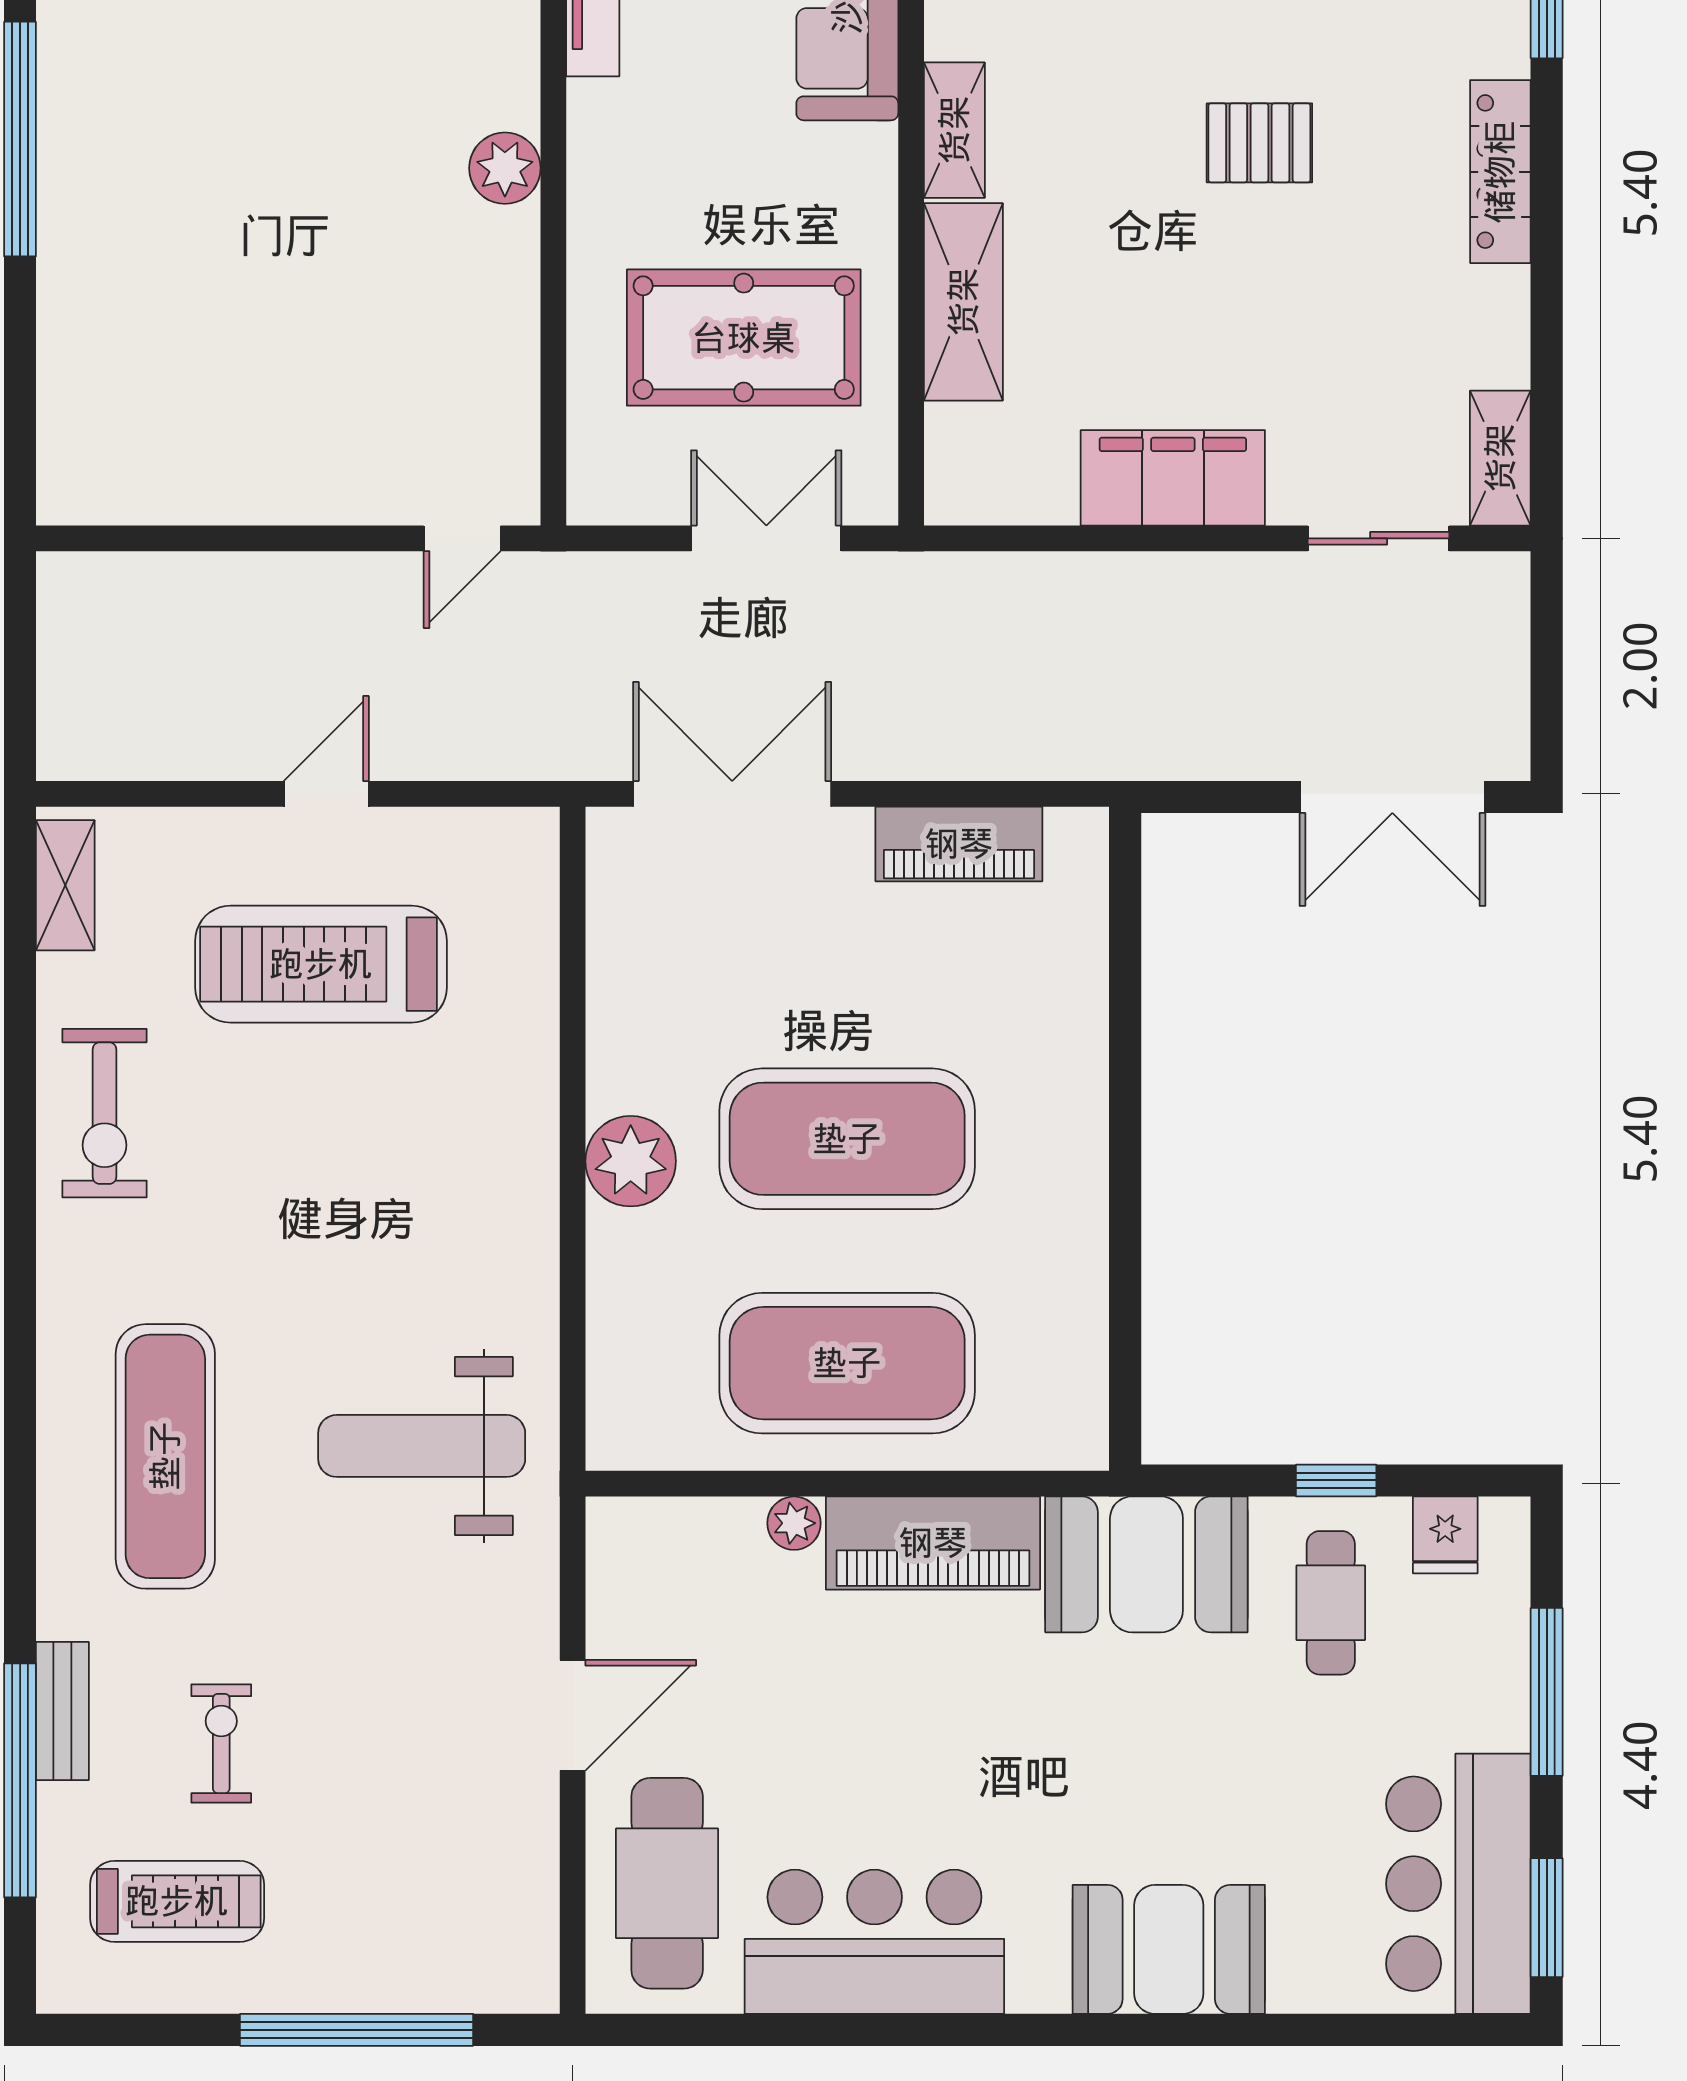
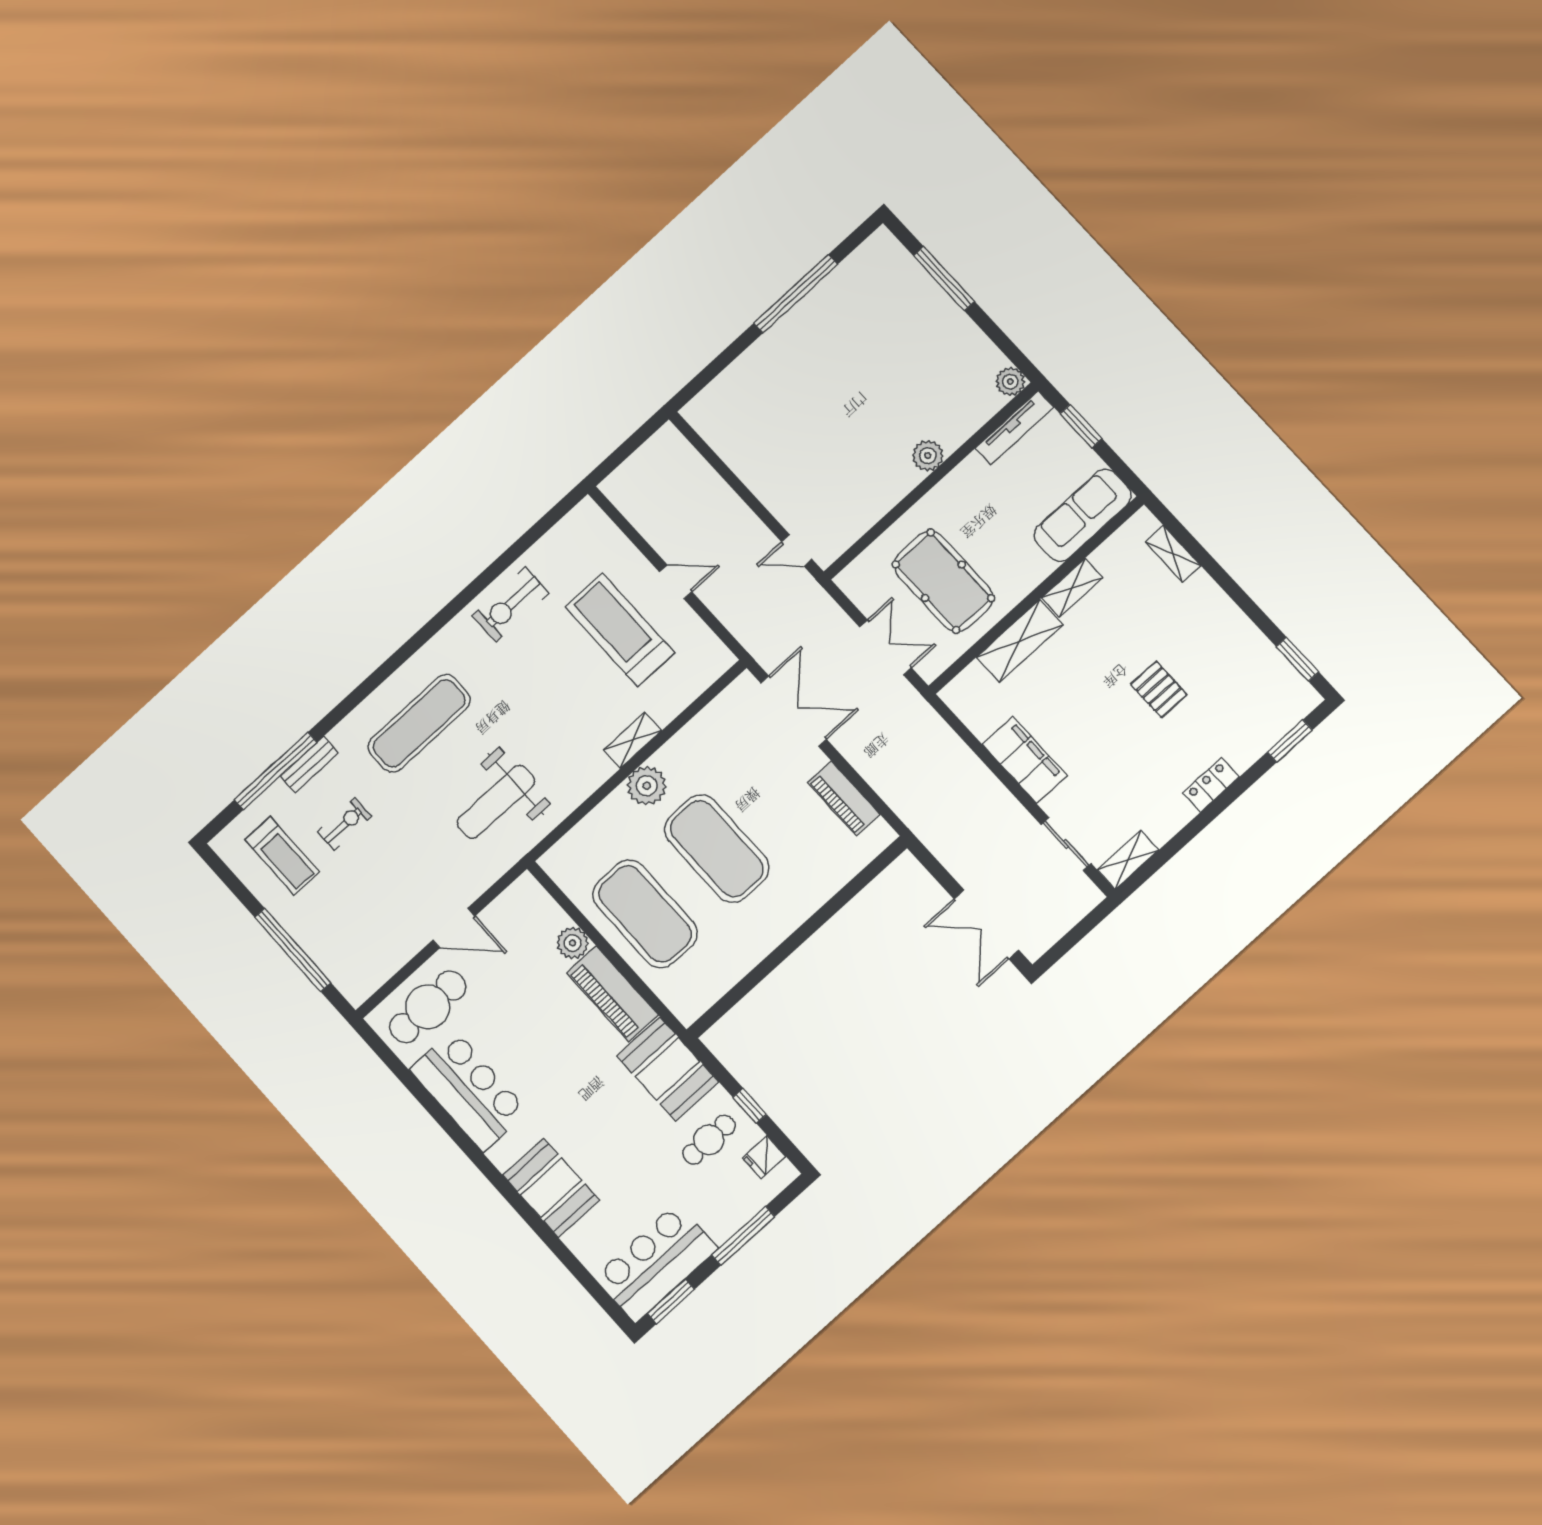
locker: (1500, 172) -> (1211, 785), width x0.66
shelving: (65, 885) -> (633, 740), moved
weight bench: (422, 1446) -> (496, 802), turned -90
plant: (794, 1523) -> (573, 943), width x1.38, depth x1.38

